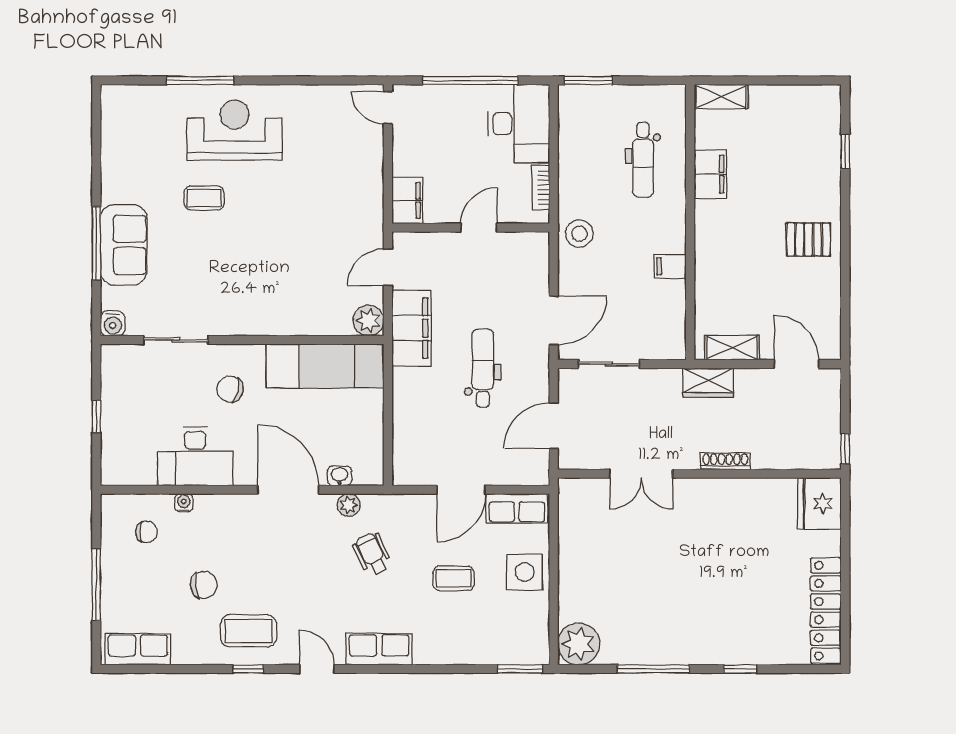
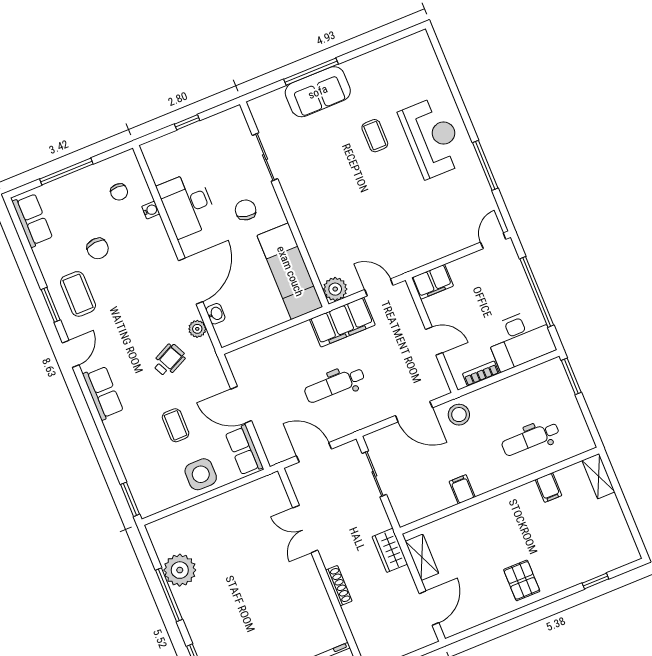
window: (200, 80) -> (485, 165), moved
filing cabinet: (710, 174) -> (549, 487), width x0.50
door: (554, 320) -> (414, 412), moved
water cooler: (113, 323) -> (258, 107), removed
dental chair: (483, 368) -> (335, 385), turned 180
plant: (579, 644) -> (180, 570), moved
window: (248, 669) -> (51, 305), width x1.50

